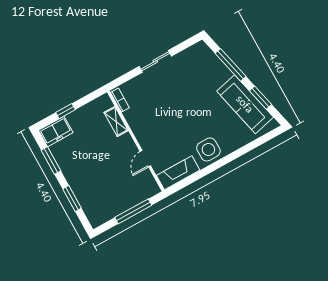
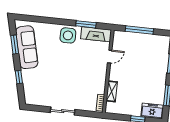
window: (231, 65) -> (19, 77), width x0.46
window: (197, 176) -> (86, 24), added

